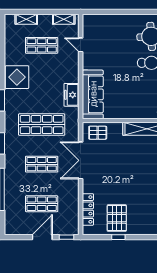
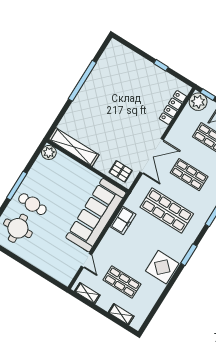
sofa: (93, 94) -> (96, 215), width x1.36, depth x1.27
pallet: (117, 218) -> (152, 83), removed
plant: (71, 227) -> (198, 102), added

